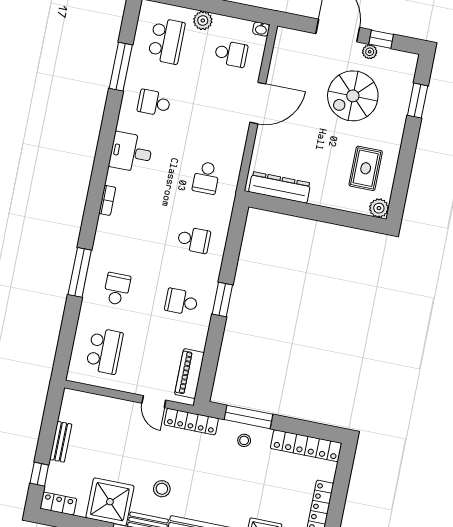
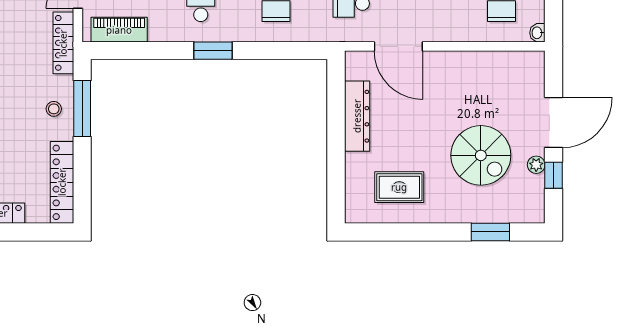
spiral stairs: (353, 96) -> (481, 155), turned 180
door: (258, 103) -> (398, 46), moved
dresser: (280, 187) -> (357, 116), moved
plant: (379, 208) -> (356, 212), removed

